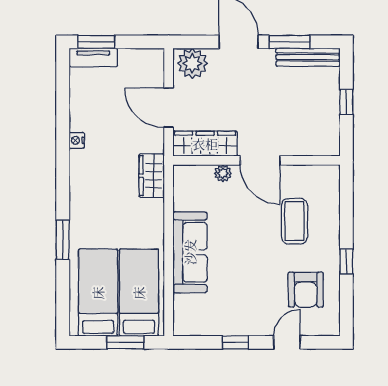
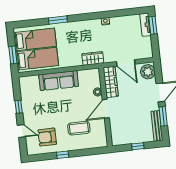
door: (169, 108) -> (126, 63), swing flipped

